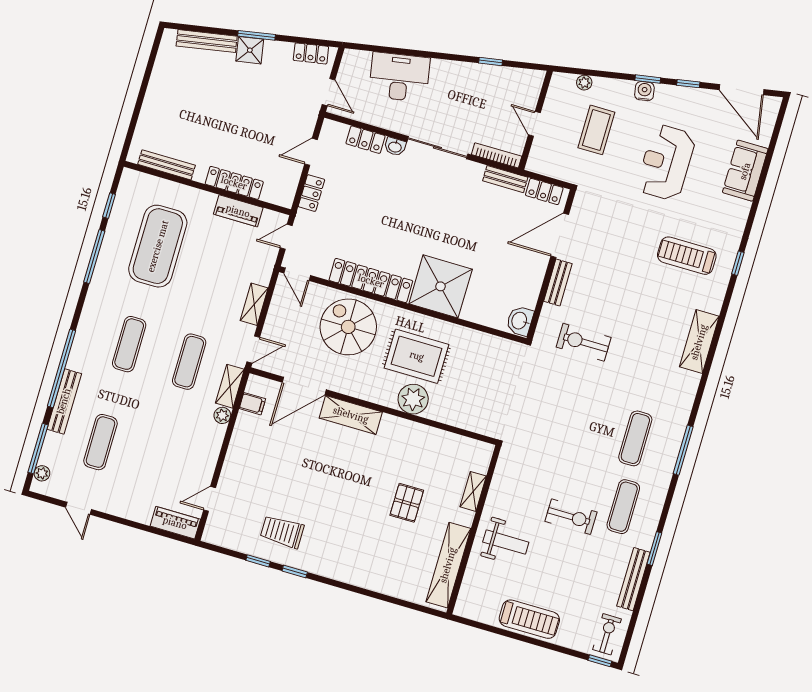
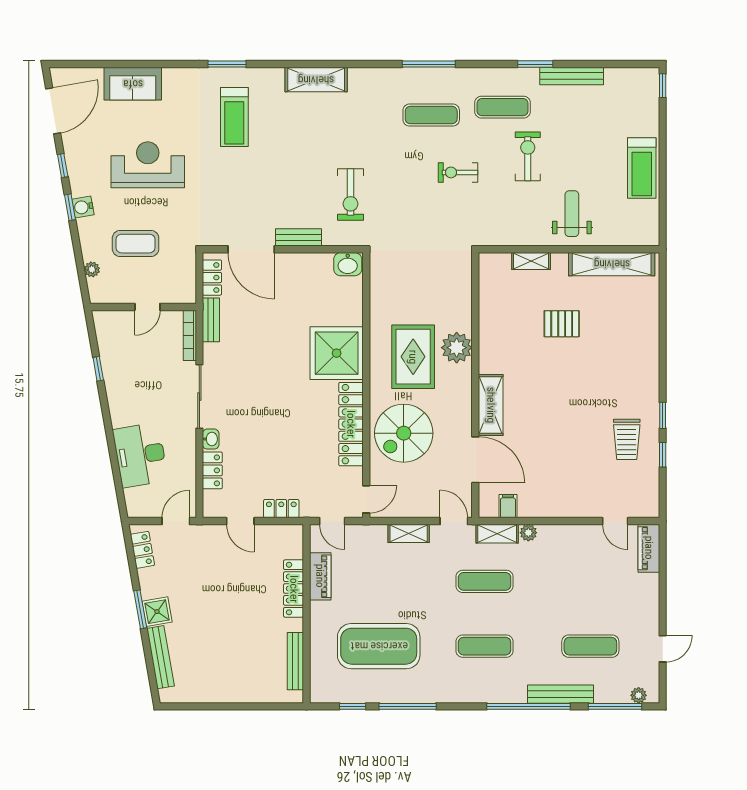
reception desk: (666, 163) -> (148, 165), turned 180
window: (738, 263) -> (227, 64), width x1.50
treadmill: (529, 619) -> (642, 168), turned 180
exercise bike: (607, 634) -> (458, 172), moved

